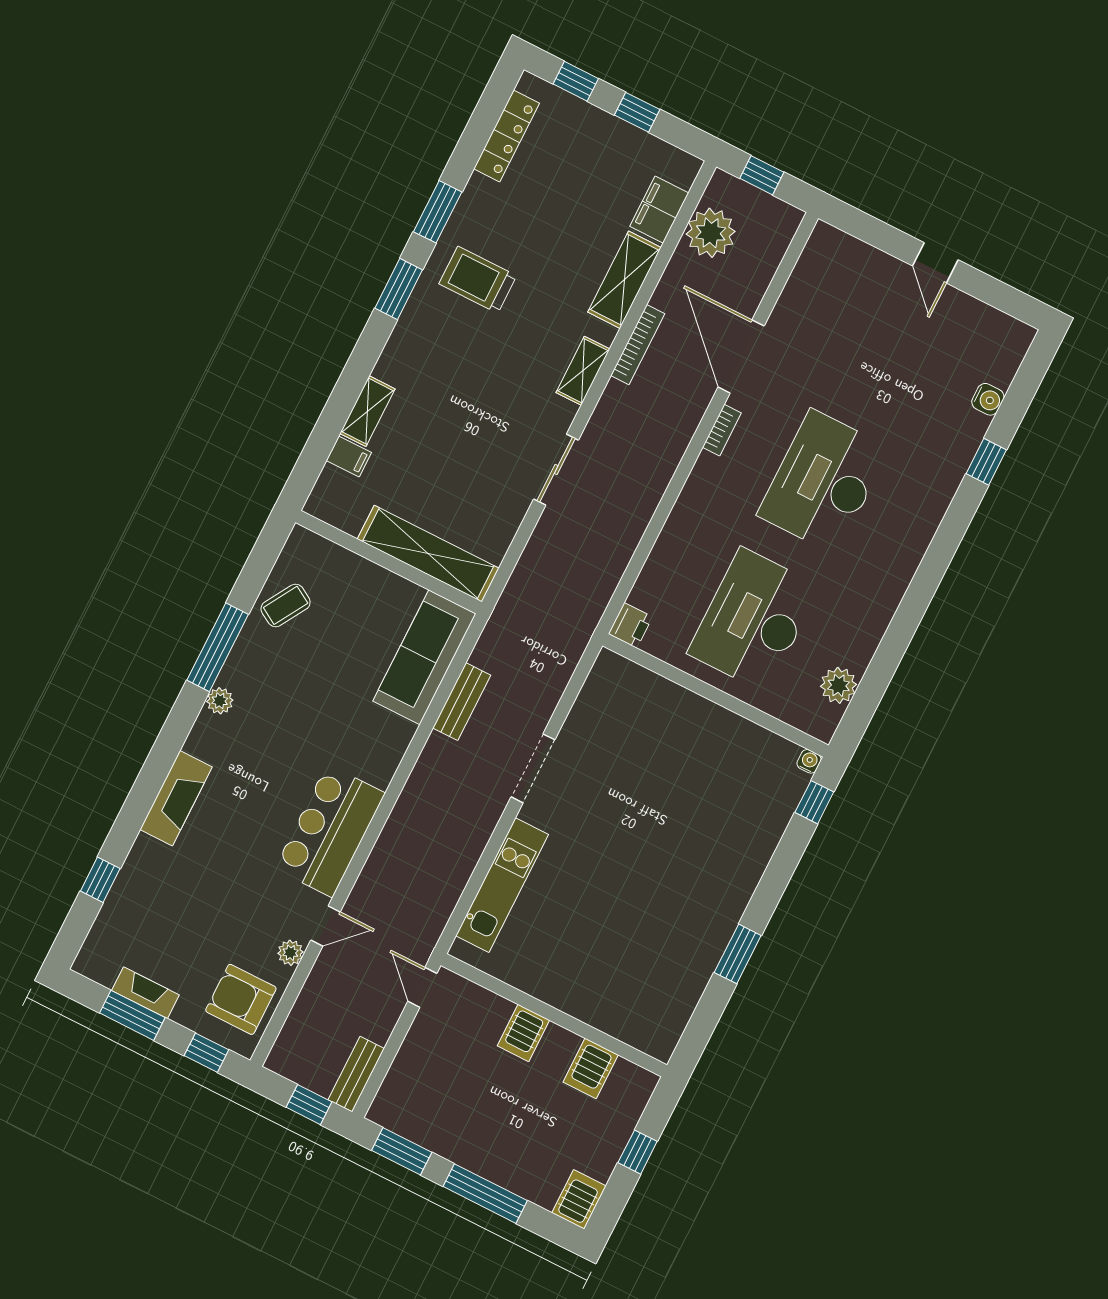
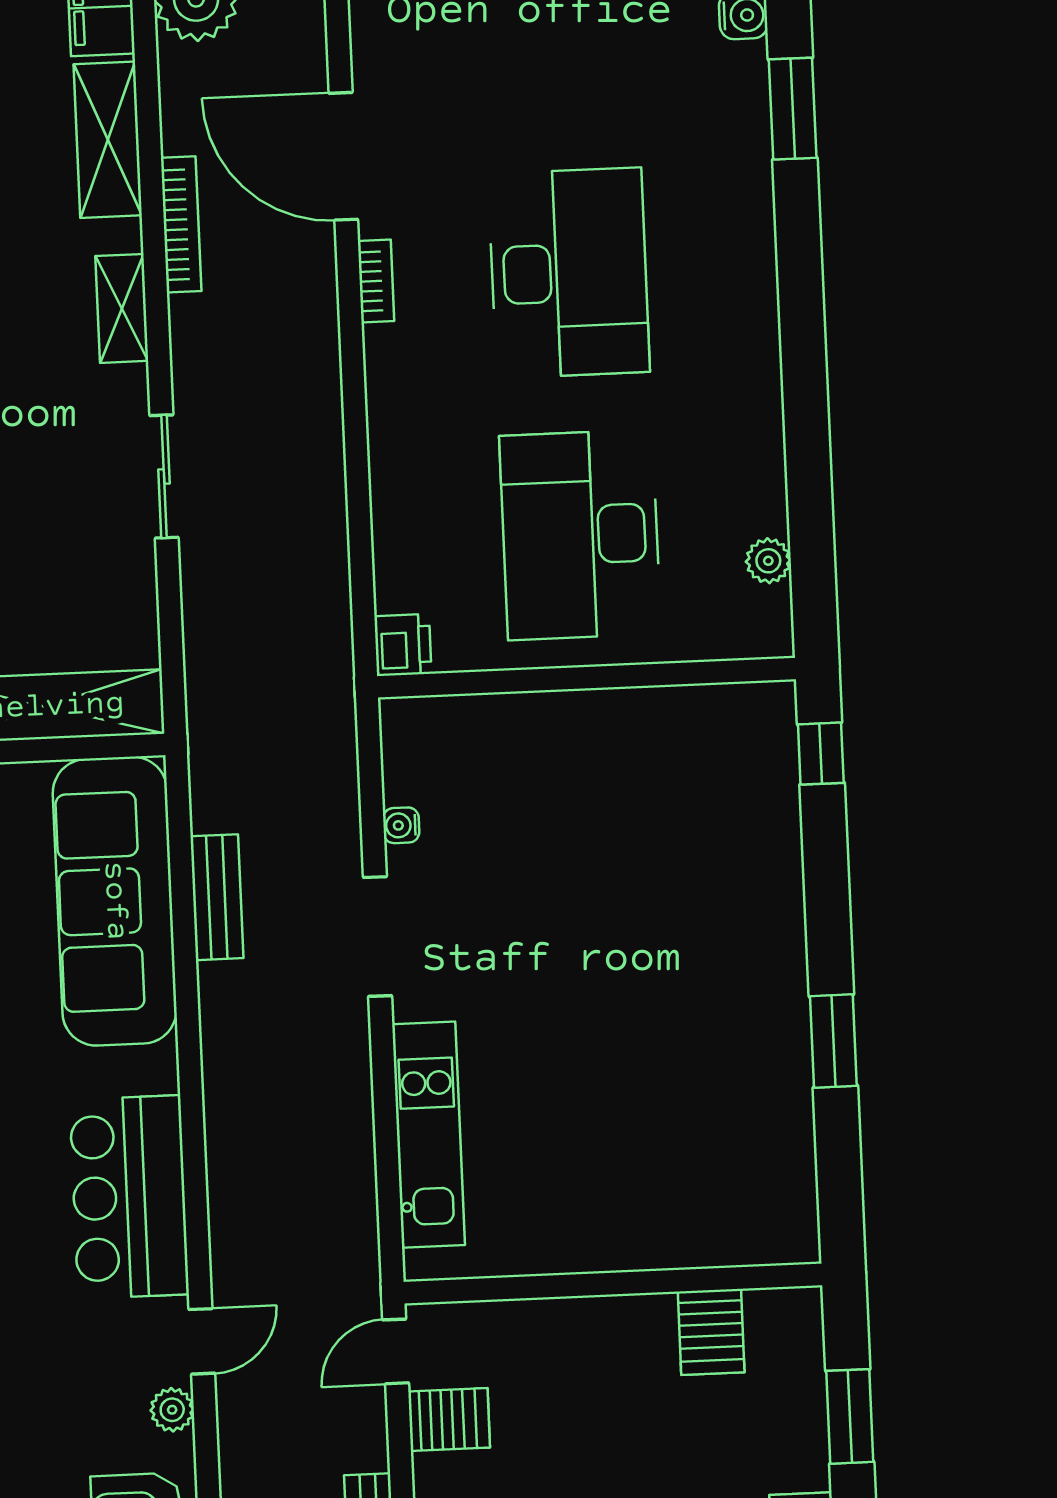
window: (986, 462) -> (793, 109), width x1.50
desk: (823, 482) -> (569, 273), turned 180
sofa: (424, 657) -> (115, 901), width x1.36, depth x1.27
plant: (839, 685) -> (768, 561), width x0.73, depth x0.73
water cooler: (809, 761) -> (401, 825), moved, turned -90
door: (422, 987) -> (396, 1351), hinge flipped
server rack: (523, 1033) -> (449, 1419), moved, turned -90
window: (638, 1152) -> (850, 1416), width x1.50

